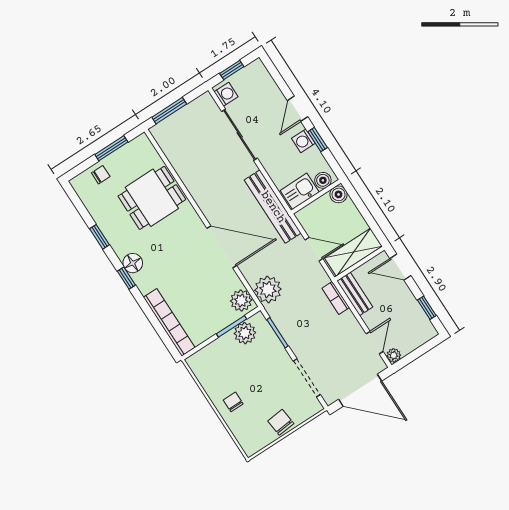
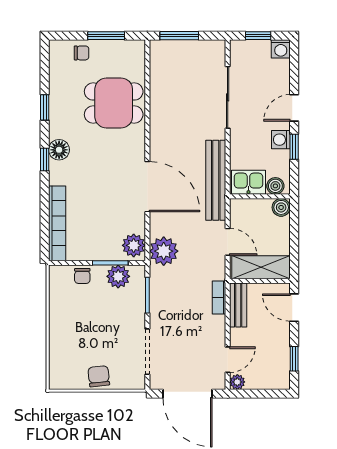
washing machine: (226, 94) -> (281, 49), moved, turned 90
chair: (233, 402) -> (82, 276), moved, turned 180

